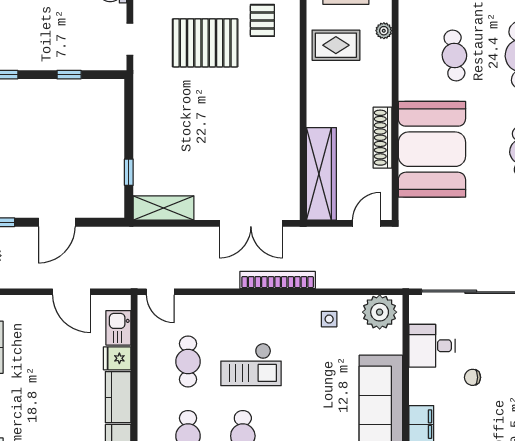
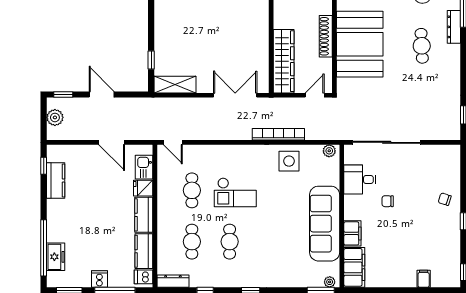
door: (57, 222) -> (102, 94), swing flipped
double door: (251, 223) -> (235, 95), swing flipped
bookcase: (278, 280) -> (278, 134), moved
plant: (380, 312) -> (329, 151), width x0.53, depth x0.53
side table: (329, 319) -> (289, 161), width x1.87, depth x1.87

